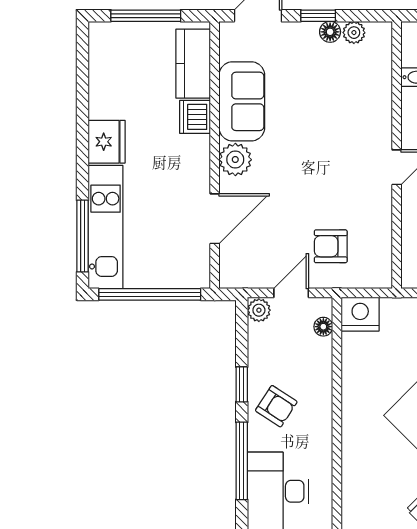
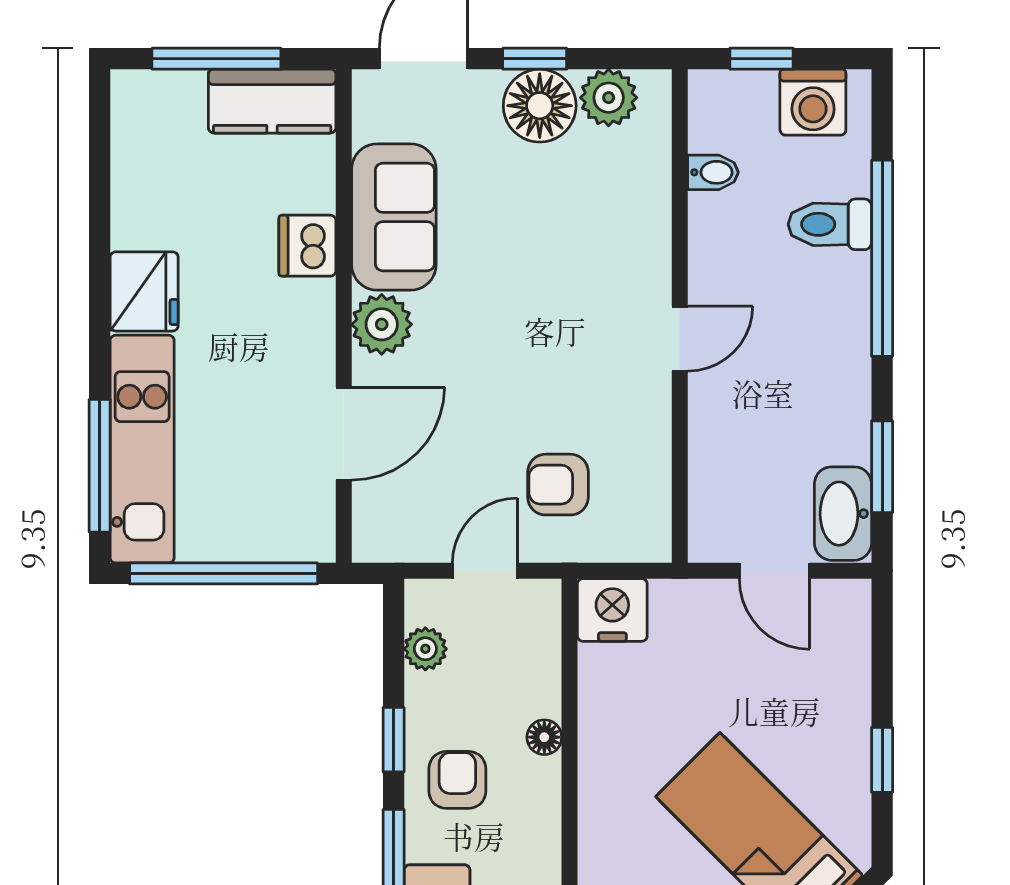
floor lamp: (330, 32) -> (540, 106), width x1.89, depth x1.89
plant: (354, 33) -> (609, 98), width x1.38, depth x1.38
kitchen counter: (193, 64) -> (272, 101), moved, turned -90
plant: (259, 310) -> (425, 649), moved
floor lamp: (323, 327) -> (544, 737), moved
armchair: (276, 406) -> (457, 780), turned -123

